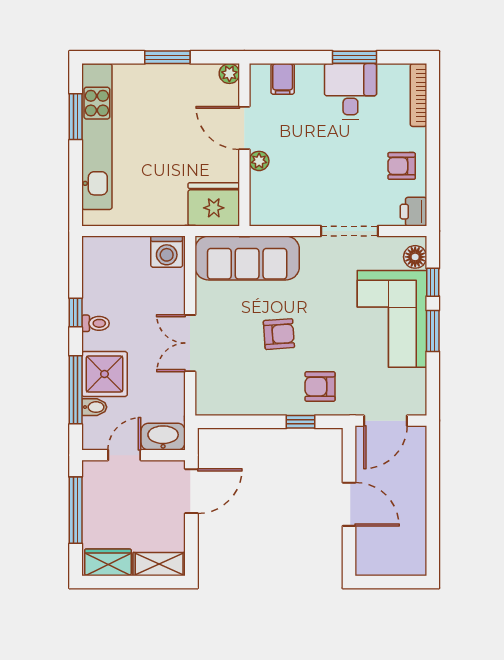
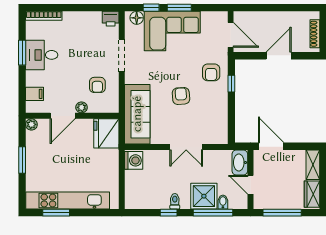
armchair: (402, 166) -> (97, 85), moved
shoe rack: (387, 567) -> (315, 34), added

